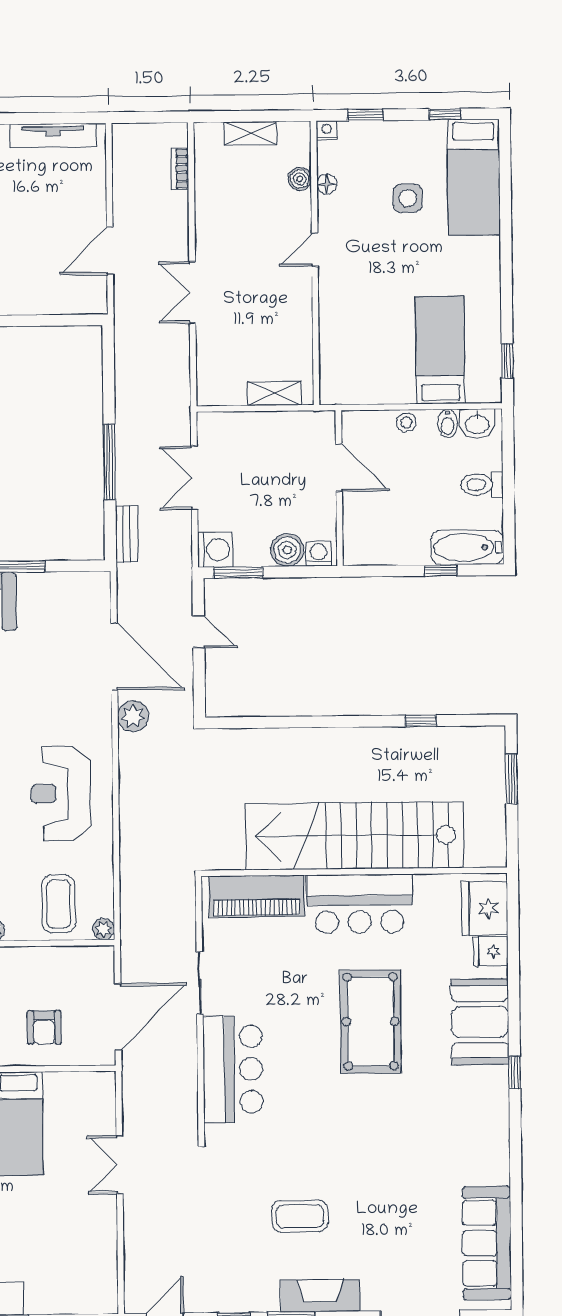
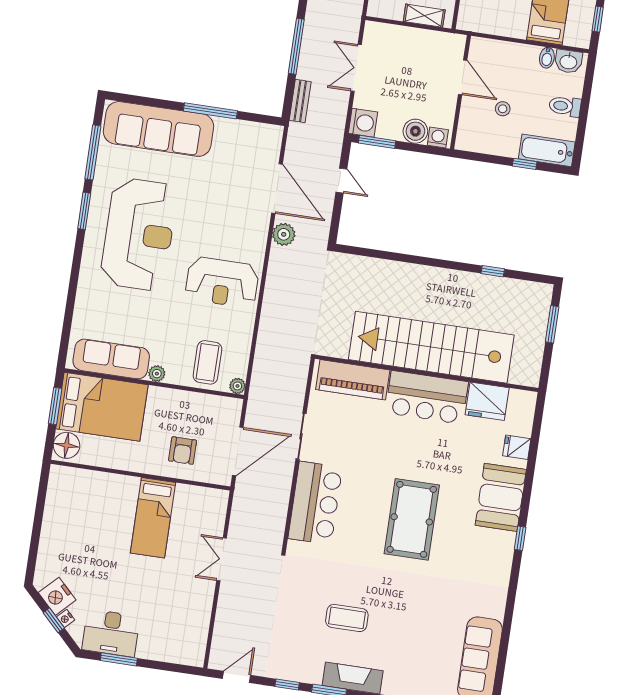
stool: (406, 422) -> (503, 109), moved
reception desk: (61, 794) -> (222, 282), turned -90
fridge: (485, 908) -> (487, 401), moved, turned -90
pool table: (371, 1021) -> (412, 519), moved

